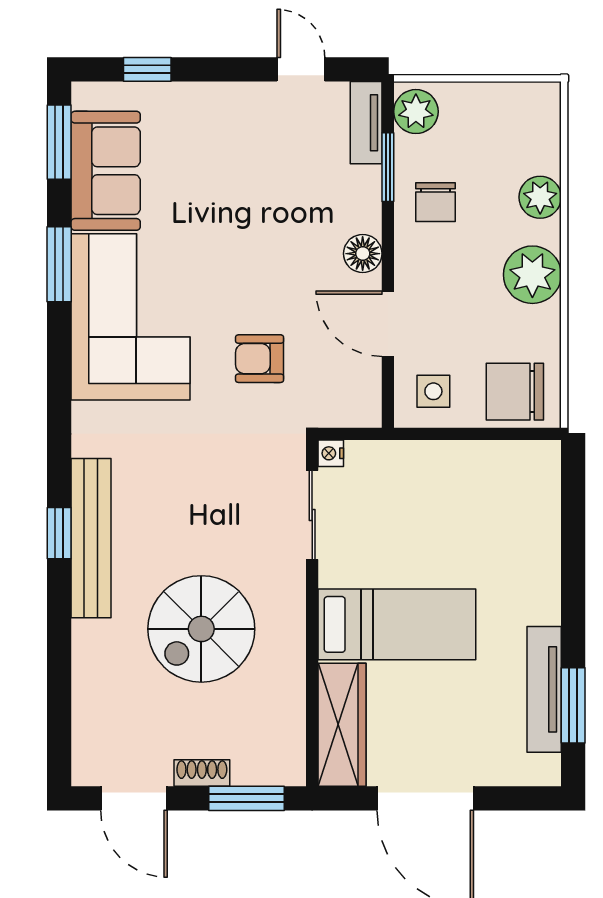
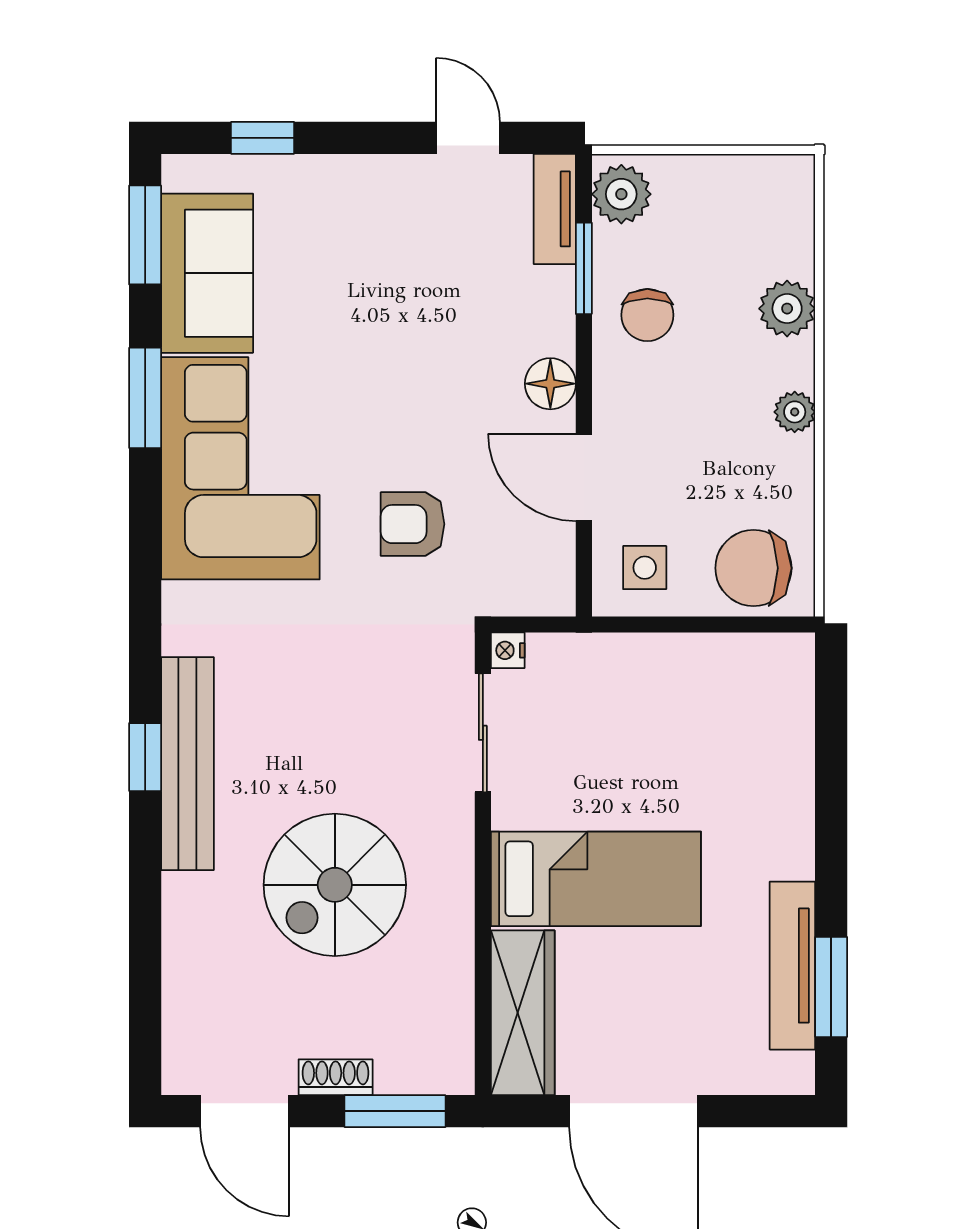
plant: (532, 275) -> (795, 412), width x0.53, depth x0.53

